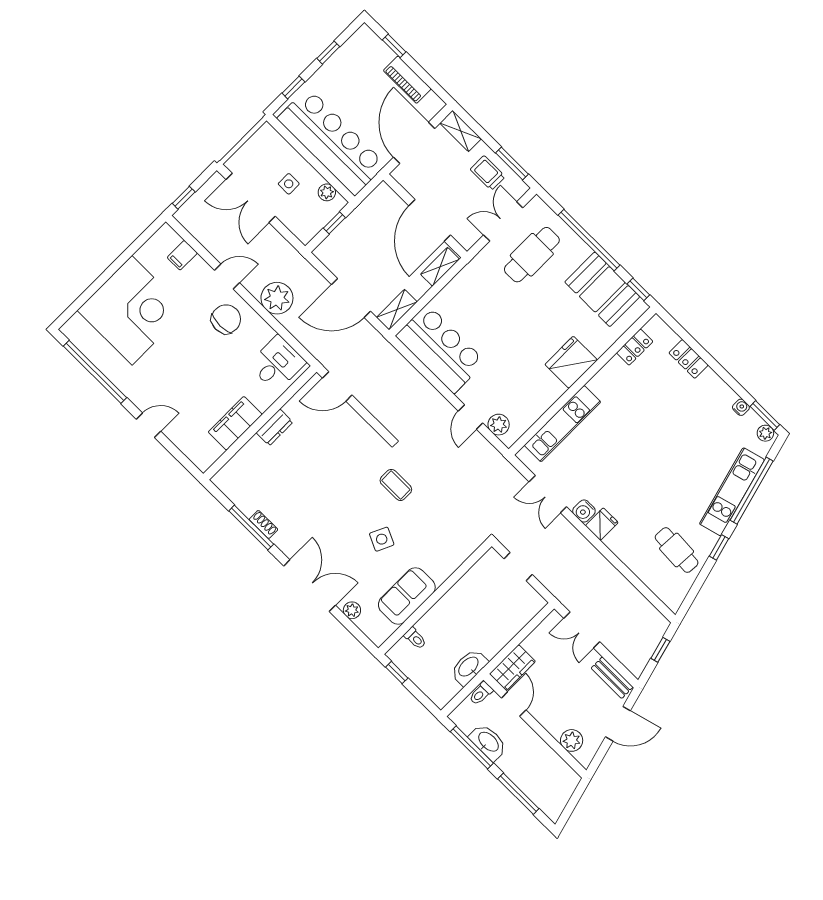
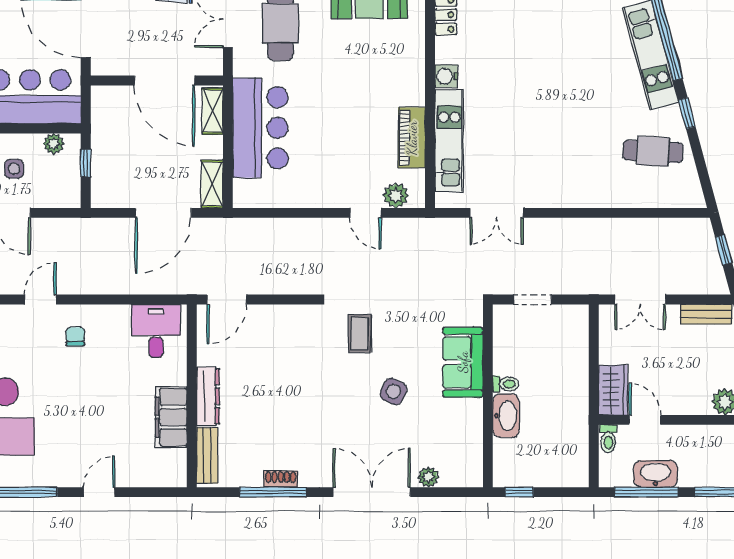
plant: (277, 298) -> (101, 276), removed
chair: (226, 319) -> (75, 337), width x0.54, depth x0.54
bar counter: (441, 349) -> (260, 128), moved, turned 90
fridge: (571, 362) -> (405, 81), removed
piano: (542, 400) -> (412, 138), added
dresser: (275, 427) -> (208, 396), width x1.44
bench: (234, 467) -> (207, 455), added
coffee table: (396, 485) -> (360, 334), turned 90
water cooler: (584, 511) -> (446, 76), moved, turned 90
fridge: (602, 524) -> (568, 193), removed
sofa: (407, 596) -> (463, 362), moved
toilet: (415, 638) -> (506, 384), moved
washbasin: (469, 667) -> (506, 416), moved, turned 180

